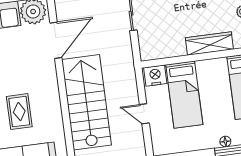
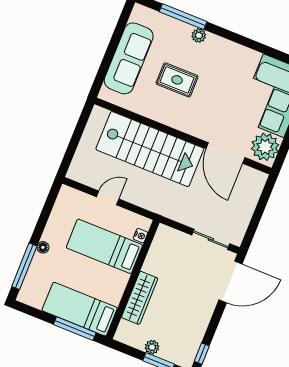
nightstand: (155, 76) -> (140, 236), width x0.53, depth x0.56
floor lamp: (225, 141) -> (43, 247), moved

